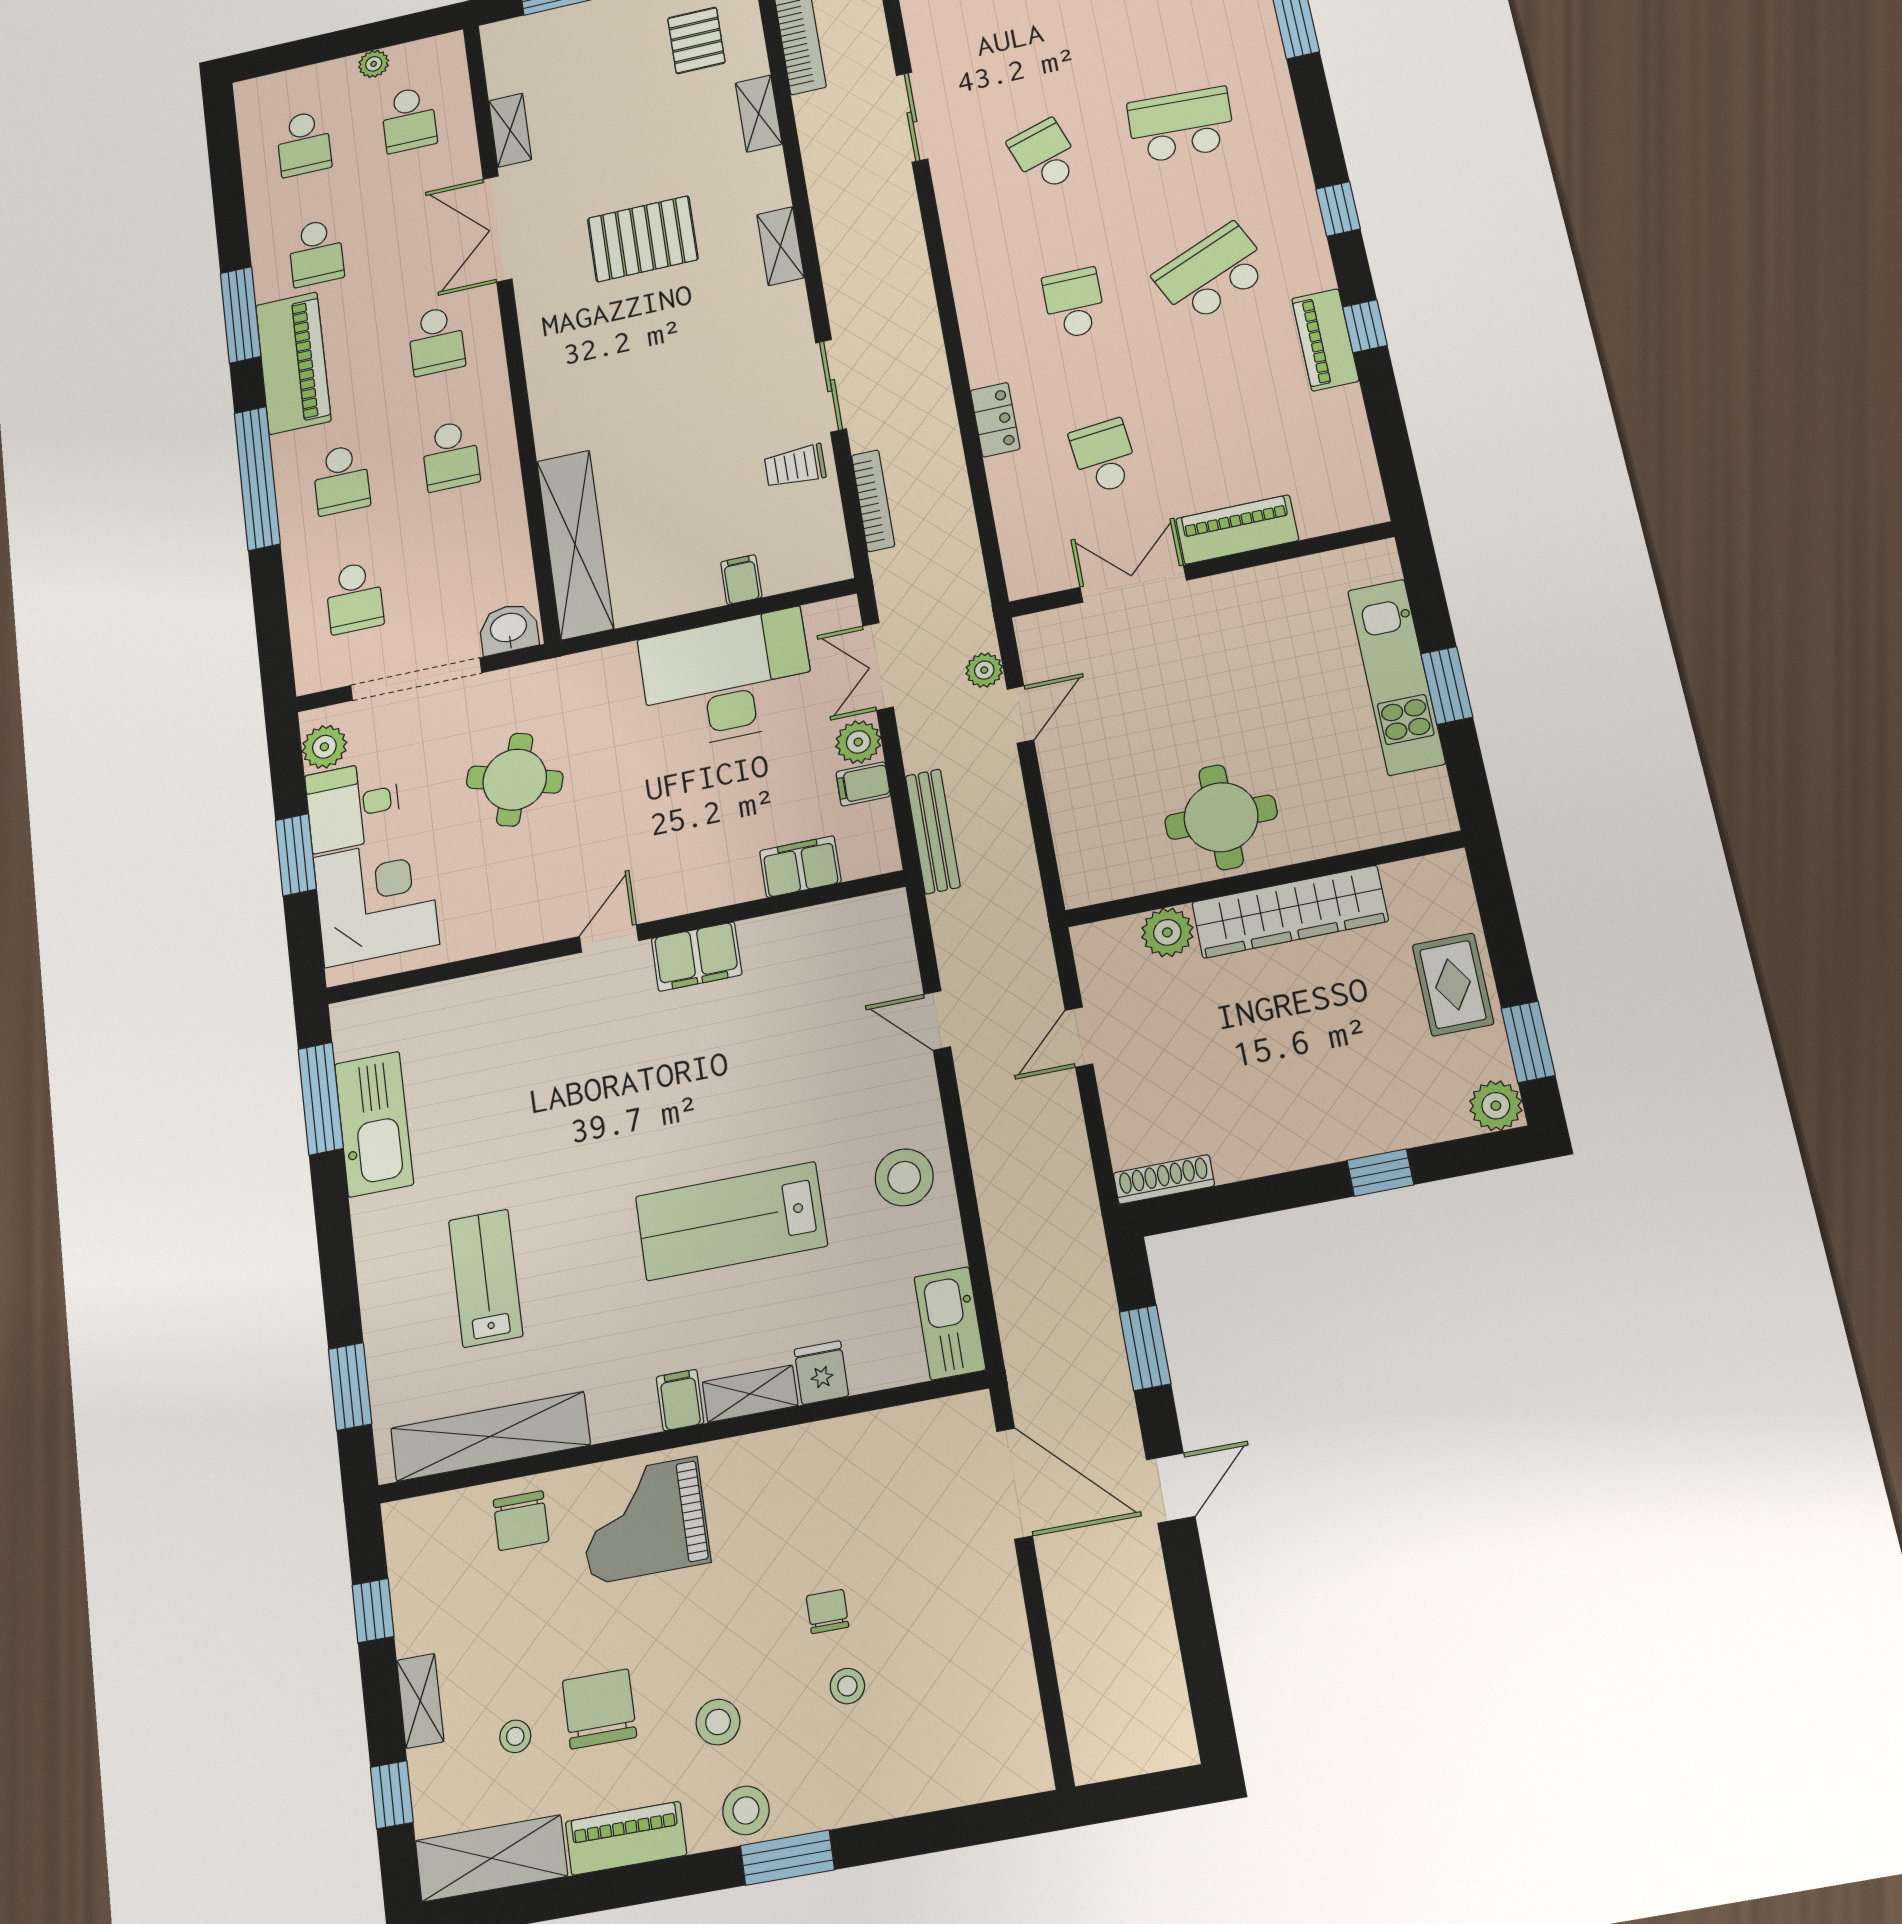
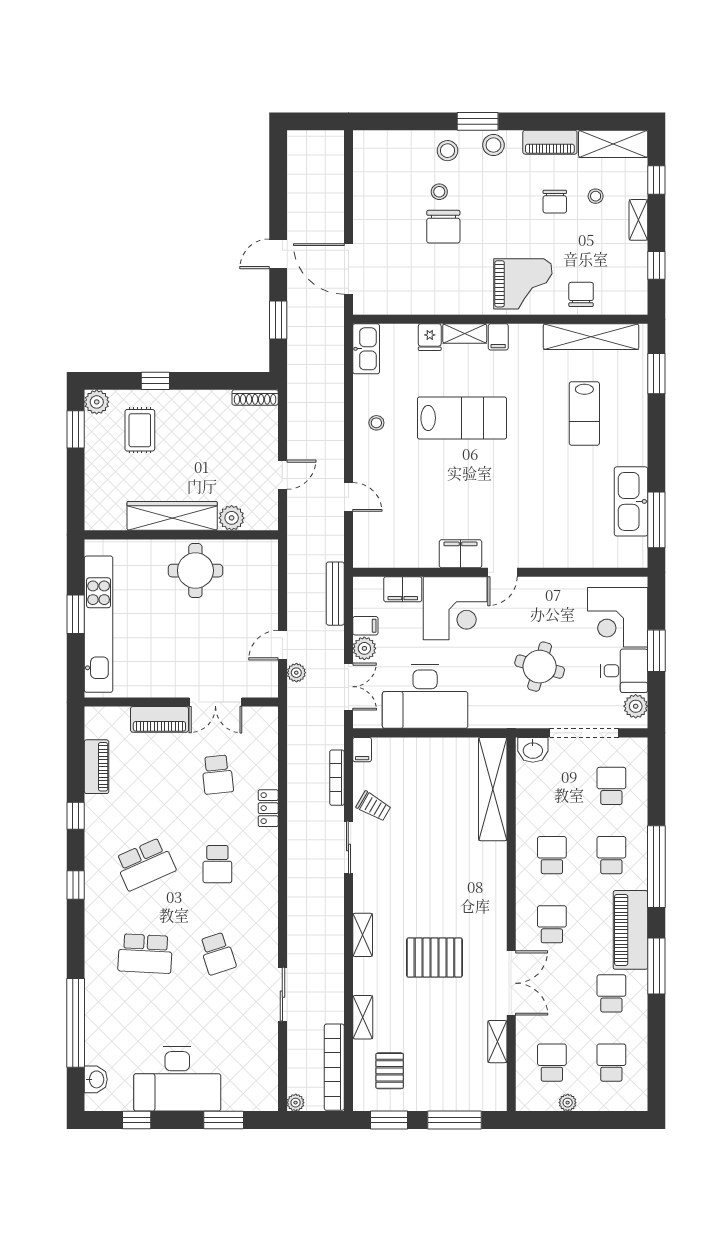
piano: (1325, 340) -> (97, 767), moved
trolley: (795, 466) -> (374, 806), turned 30
filing cabinet: (741, 580) -> (362, 750), moved
kitchen unit: (1396, 677) -> (99, 624), width x1.36
corner desk: (692, 852) -> (455, 608), added
rug: (1453, 984) -> (140, 430), moved
stool: (904, 1177) -> (376, 423), width x0.53, depth x0.53
chair: (827, 1612) -> (443, 227), width x1.87, depth x1.87
chair: (599, 1709) -> (555, 202), width x0.73, depth x0.73
stool: (718, 1722) -> (448, 151), moved

